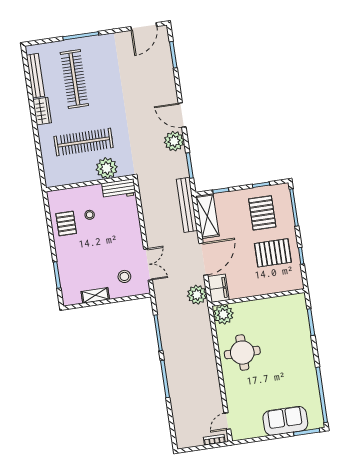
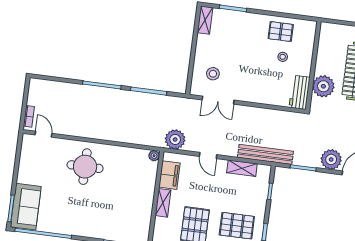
shelving: (207, 216) -> (242, 168), width x0.67, depth x0.75
door: (203, 259) -> (208, 156), width x0.53
filing cabinet: (218, 288) -> (169, 175), moved, turned -90
shelving: (260, 289) -> (163, 203), added
shelving: (95, 295) -> (205, 20), moved
plant: (223, 314) -> (154, 156), width x0.53, depth x0.53
round table: (242, 353) -> (85, 167), moved
sofa: (285, 421) -> (26, 207), moved

